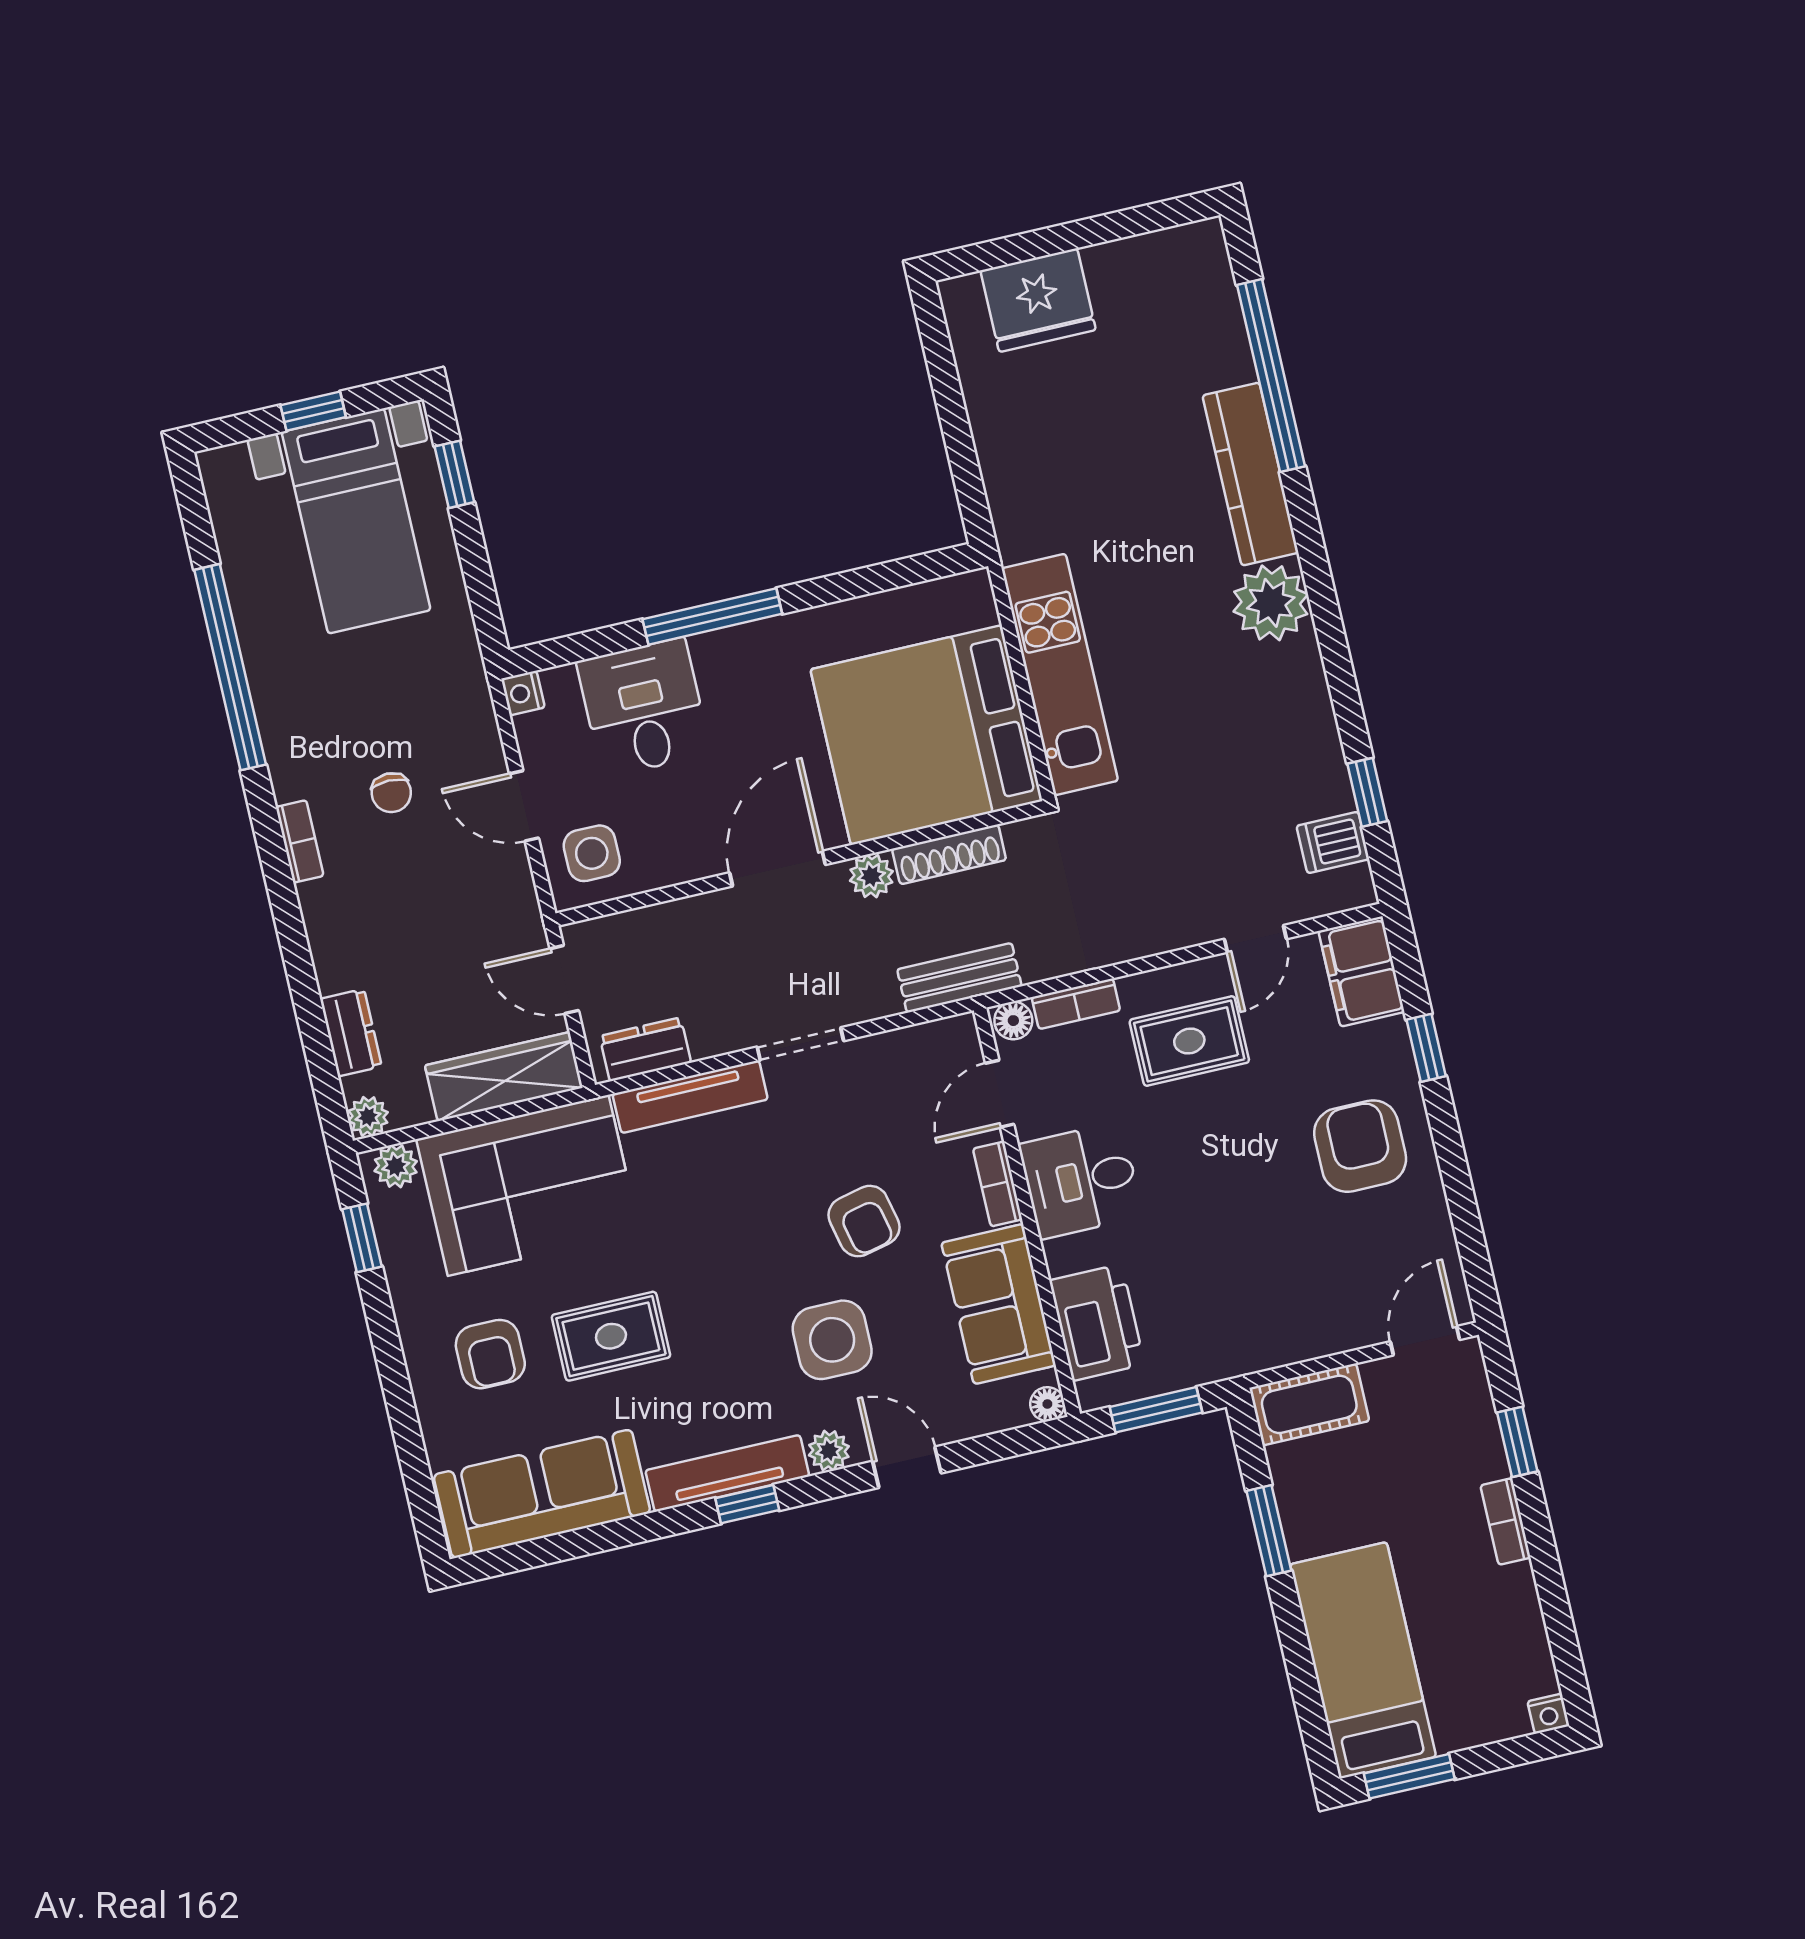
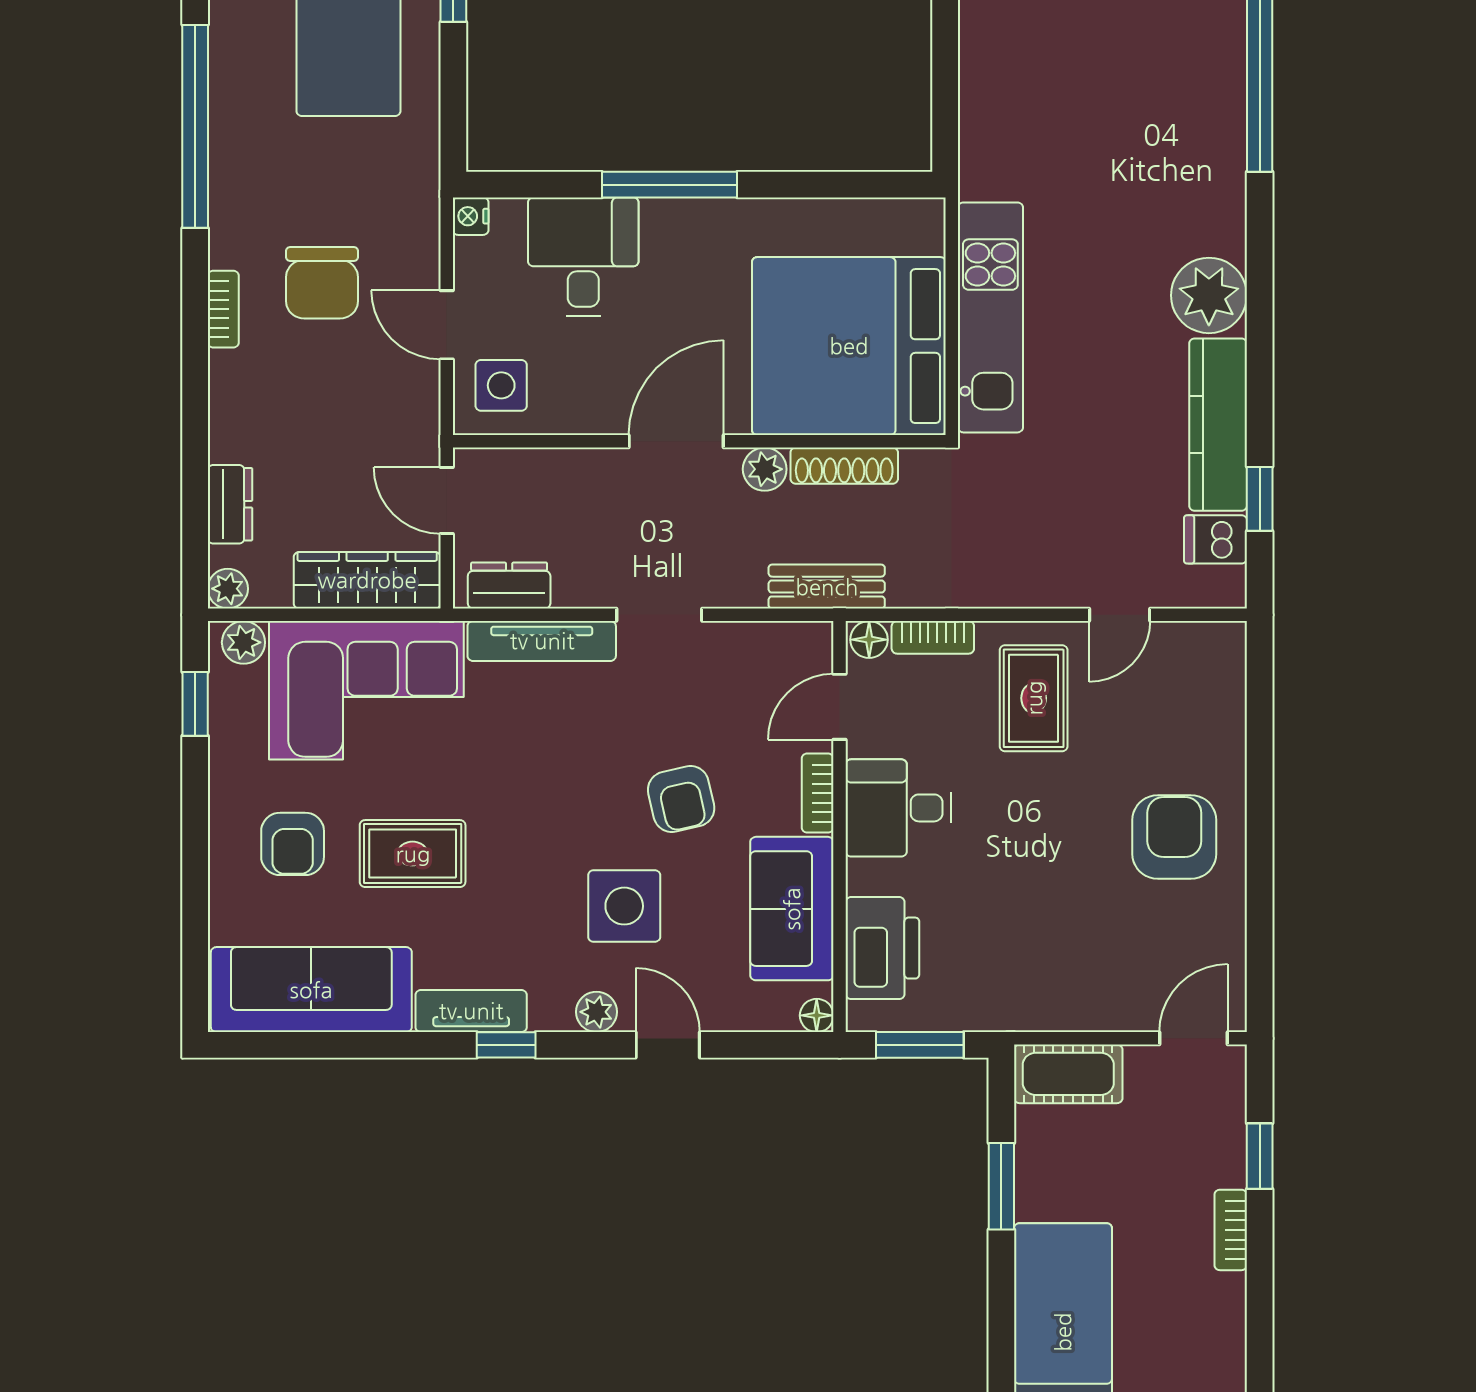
kitchen counter: (1250, 474) -> (1218, 425), moved
chair: (391, 793) -> (322, 283), width x1.87, depth x1.87
filing cabinet: (1361, 971) -> (1214, 670), removed
rug: (1189, 1041) -> (1034, 698), turned 90
window: (1426, 1048) -> (1260, 757), removed
tv unit: (727, 1473) -> (471, 1011), width x0.71

